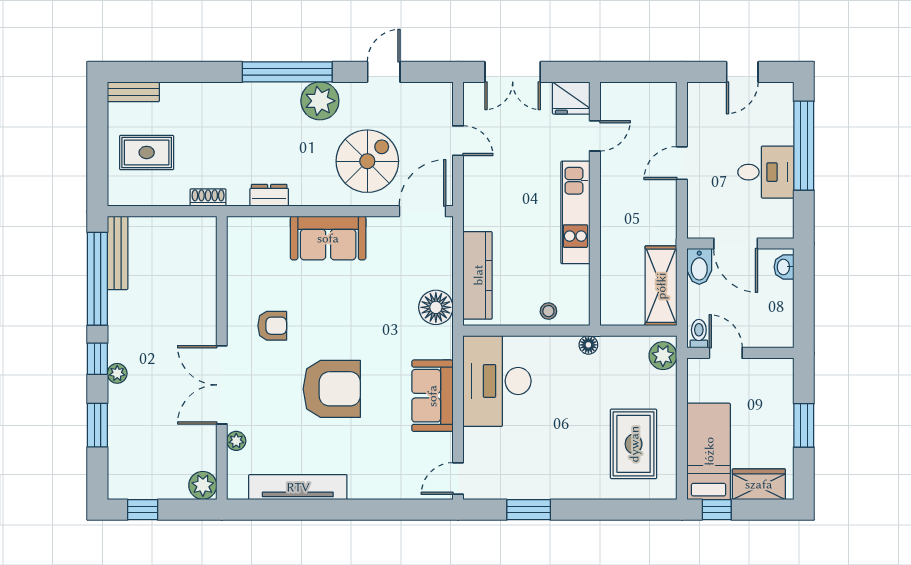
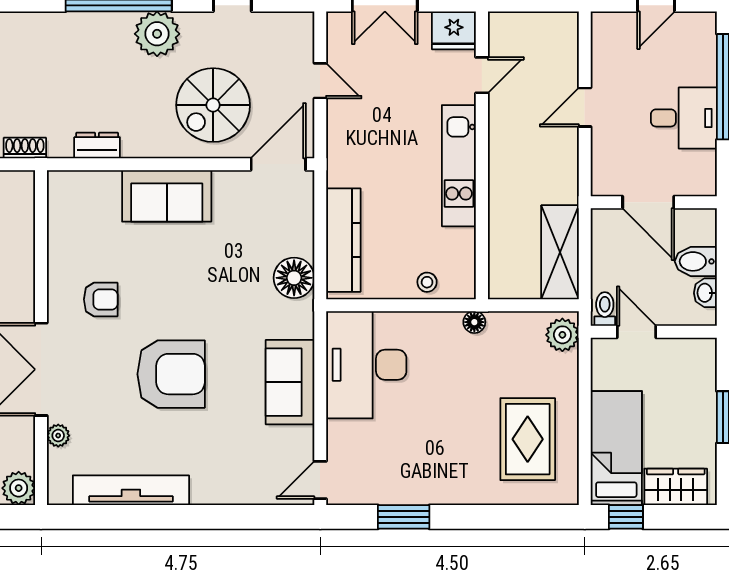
spiral stairs: (367, 161) -> (213, 105), turned 180
bidet: (699, 266) -> (696, 261), moved, turned 90
washbasin: (784, 267) -> (705, 293), moved

